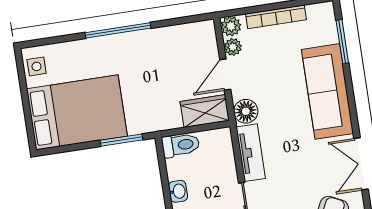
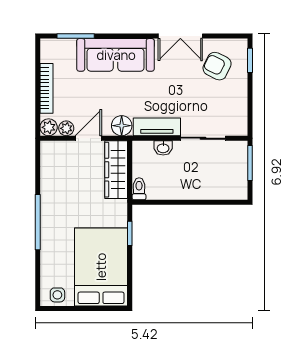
door: (225, 75) -> (88, 138), swing flipped
wardrobe: (205, 111) -> (116, 170), width x1.50
window: (121, 140) -> (130, 233), width x0.67
toilet: (181, 145) -> (139, 189), width x0.73, depth x0.72
washbasin: (178, 191) -> (163, 148), moved, turned 180

